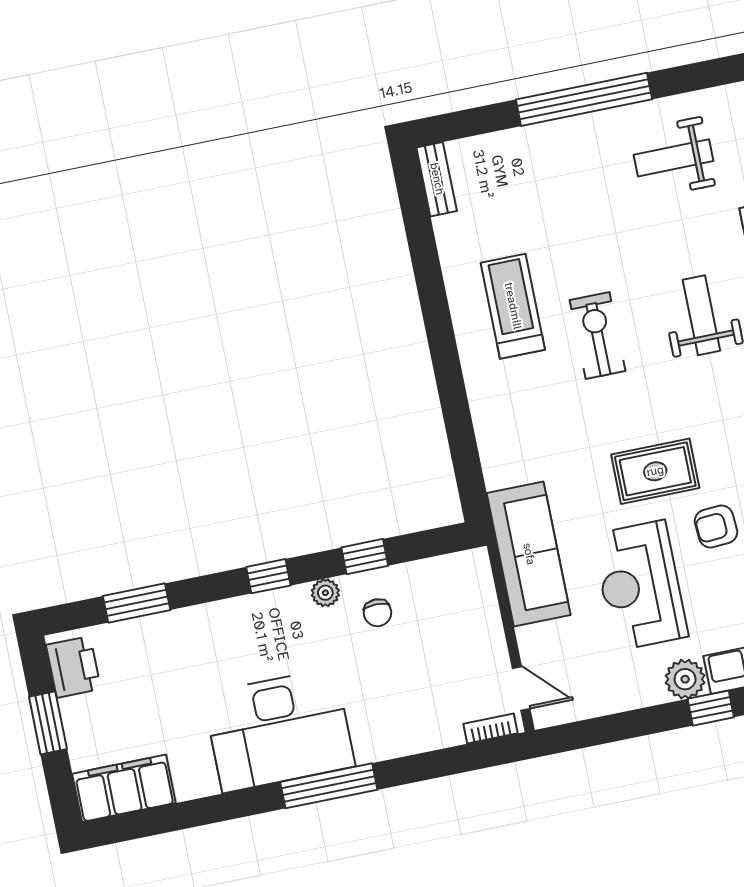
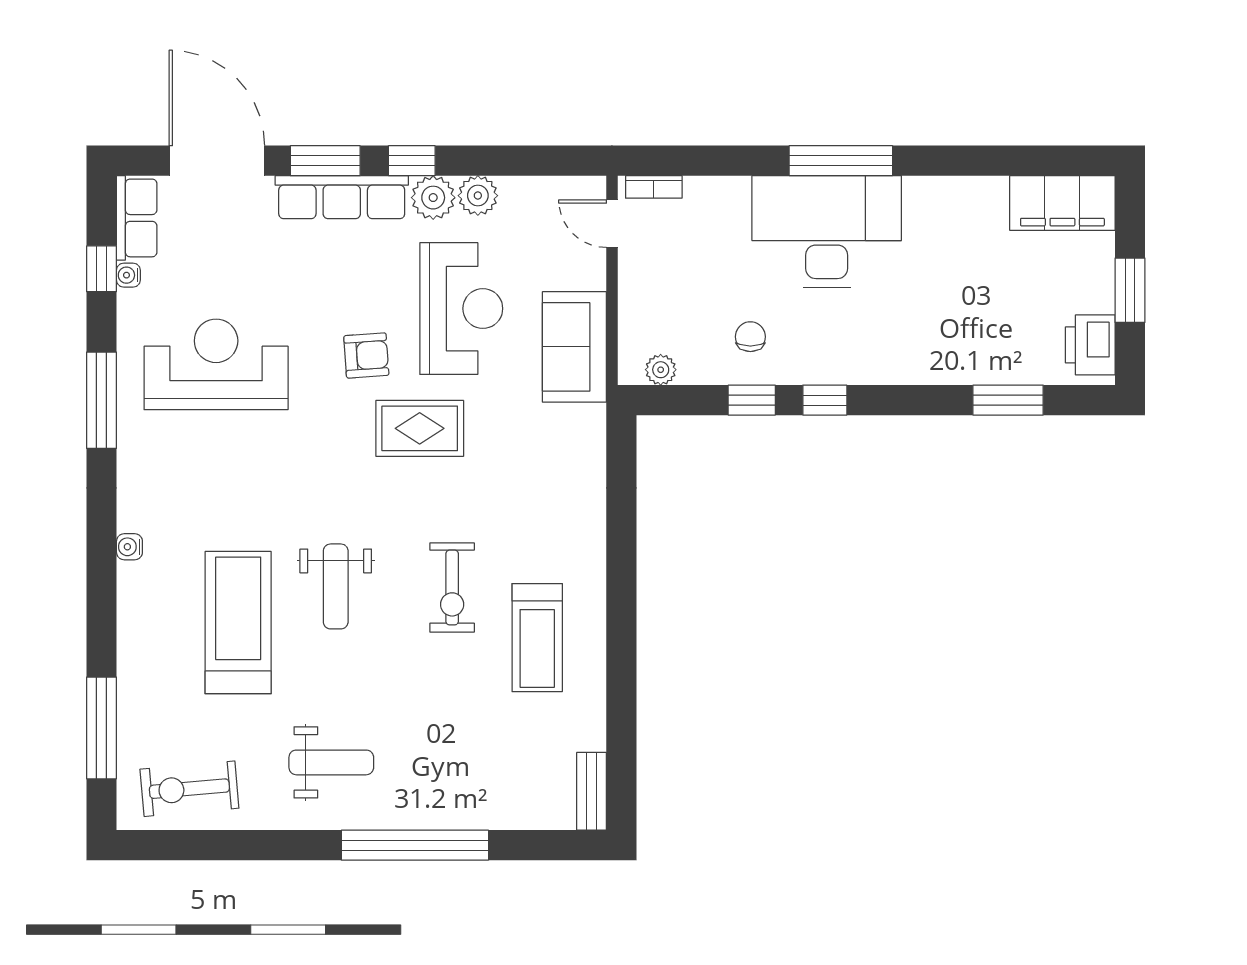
sofa: (529, 554) -> (574, 347), width x0.73
window: (268, 576) -> (825, 400), moved
plant: (325, 593) -> (661, 370), moved
plant: (646, 689) -> (478, 196), added
desk: (279, 730) -> (827, 232), moved

